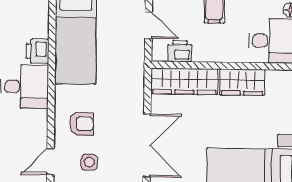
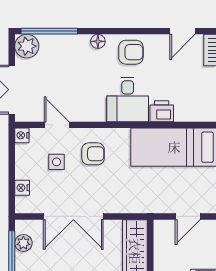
printer: (180, 51) -> (164, 247), removed
armchair: (81, 124) -> (93, 154), turned -90

